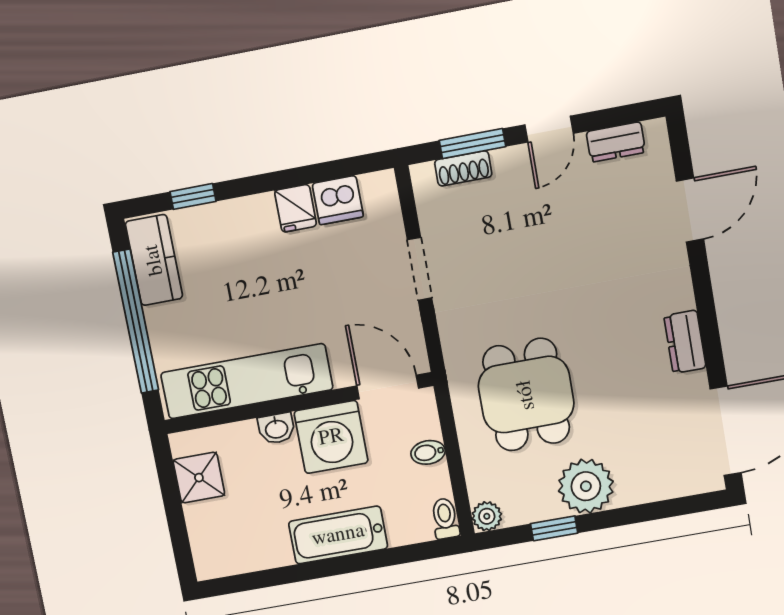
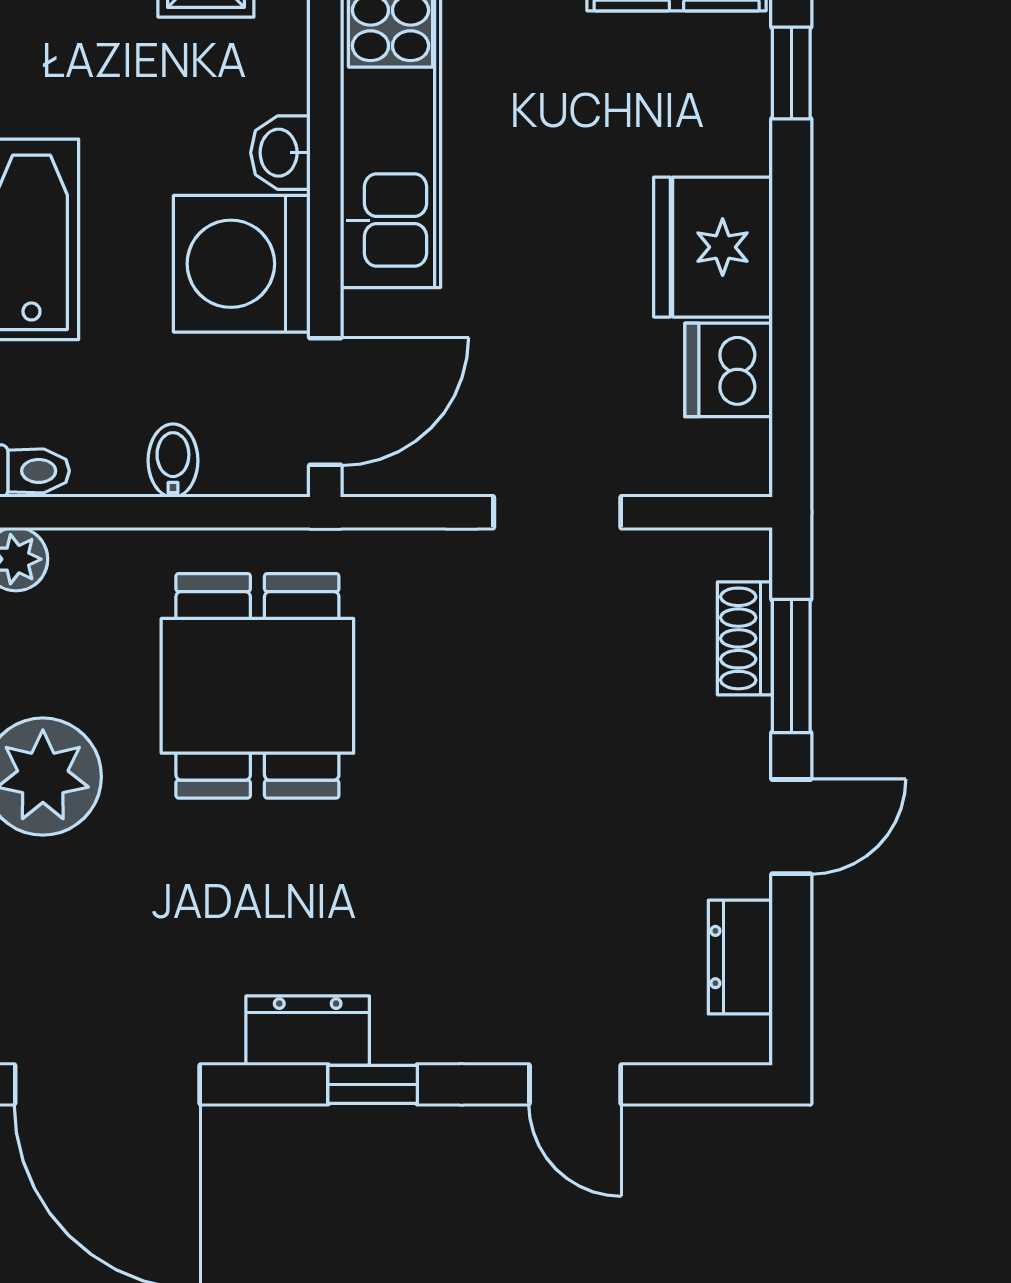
door: (549, 129) -> (791, 827), swing flipped
fridge: (296, 208) -> (713, 247), width x1.88, depth x1.34
door: (690, 210) -> (575, 1084), width x0.73
window: (706, 307) -> (373, 1084), added
dining table: (526, 395) -> (257, 686), turned 90

